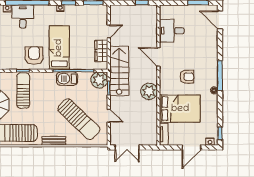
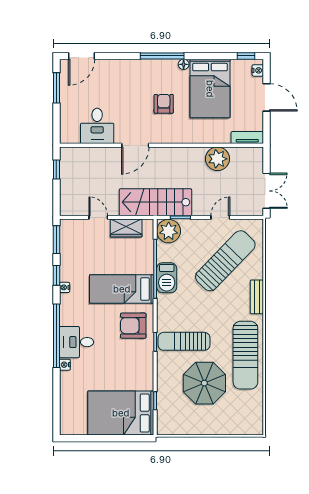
plant: (149, 91) -> (217, 159), moved
bed: (180, 109) -> (210, 89), moved, turned 180

